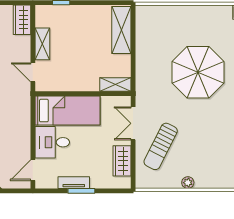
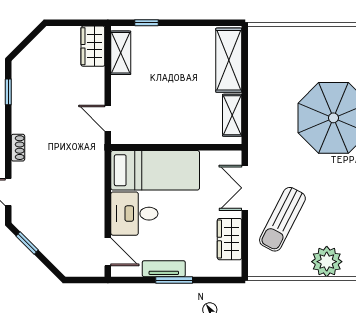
shelving: (42, 44) -> (121, 53), moved
shelving: (115, 84) -> (232, 115), moved, turned 90
door: (33, 170) -> (108, 252), swing flipped
plant: (188, 183) -> (327, 262), width x1.87, depth x1.87

